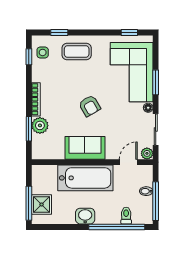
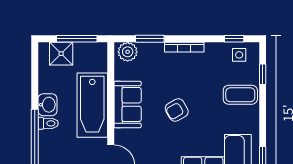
coffee table: (77, 52) -> (240, 95), turned 90
plant: (40, 125) -> (128, 52), moved
window: (29, 203) -> (77, 39), moved
toilet: (126, 216) -> (48, 123), moved

